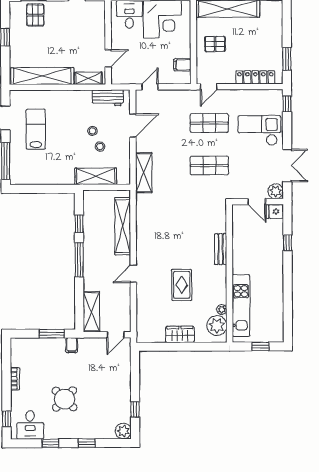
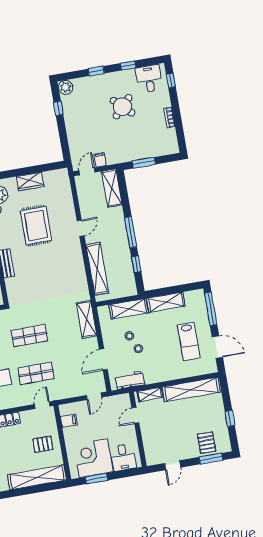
shelving: (54, 177) -> (166, 302), added
rug: (182, 285) -> (36, 226), width x1.36, depth x1.43
filing cabinet: (72, 345) -> (100, 160), moved

